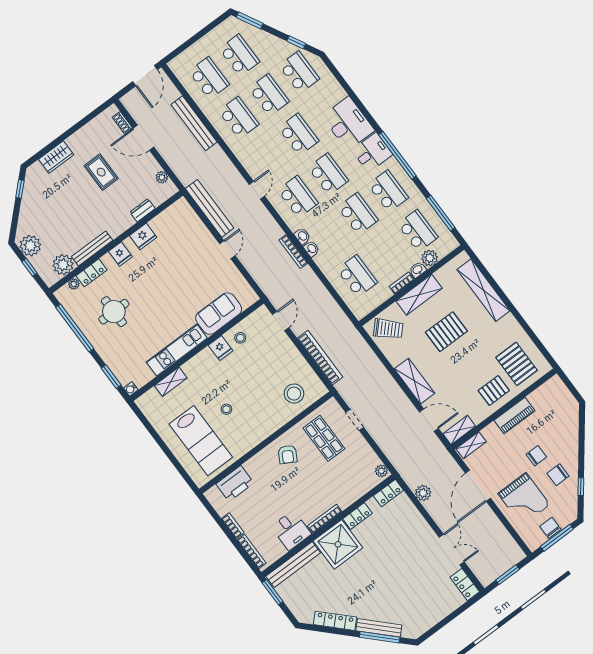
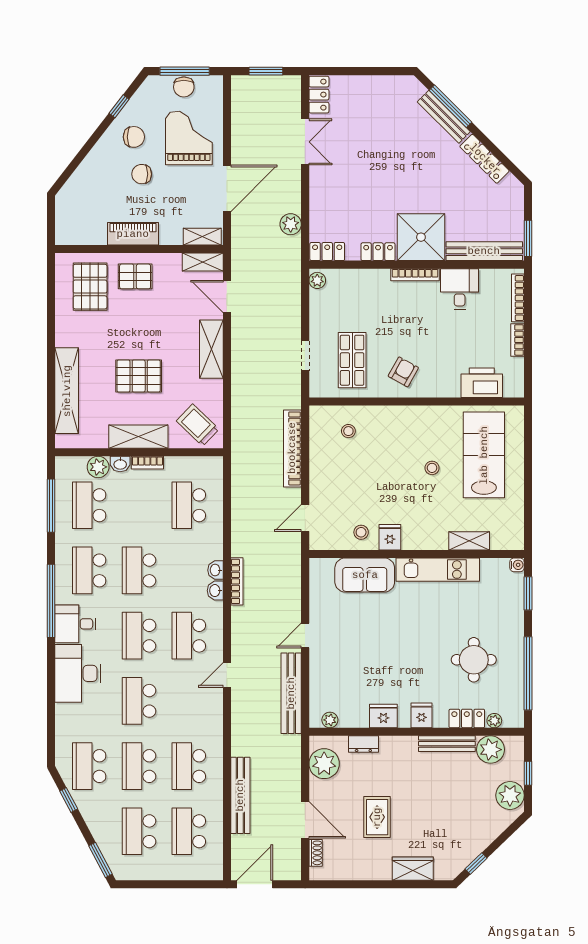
plant: (162, 177) -> (324, 764), width x1.87, depth x1.87
plant: (174, 210) -> (330, 720), added
stool: (294, 394) -> (348, 431), width x0.53, depth x0.53
double door: (452, 550) -> (305, 142), swing flipped

